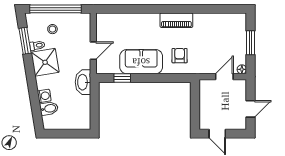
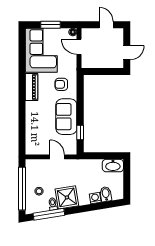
corner sofa: (220, 32) -> (41, 50), added
window: (25, 41) -> (49, 214), width x1.44
washbasin: (83, 82) -> (113, 166), moved

